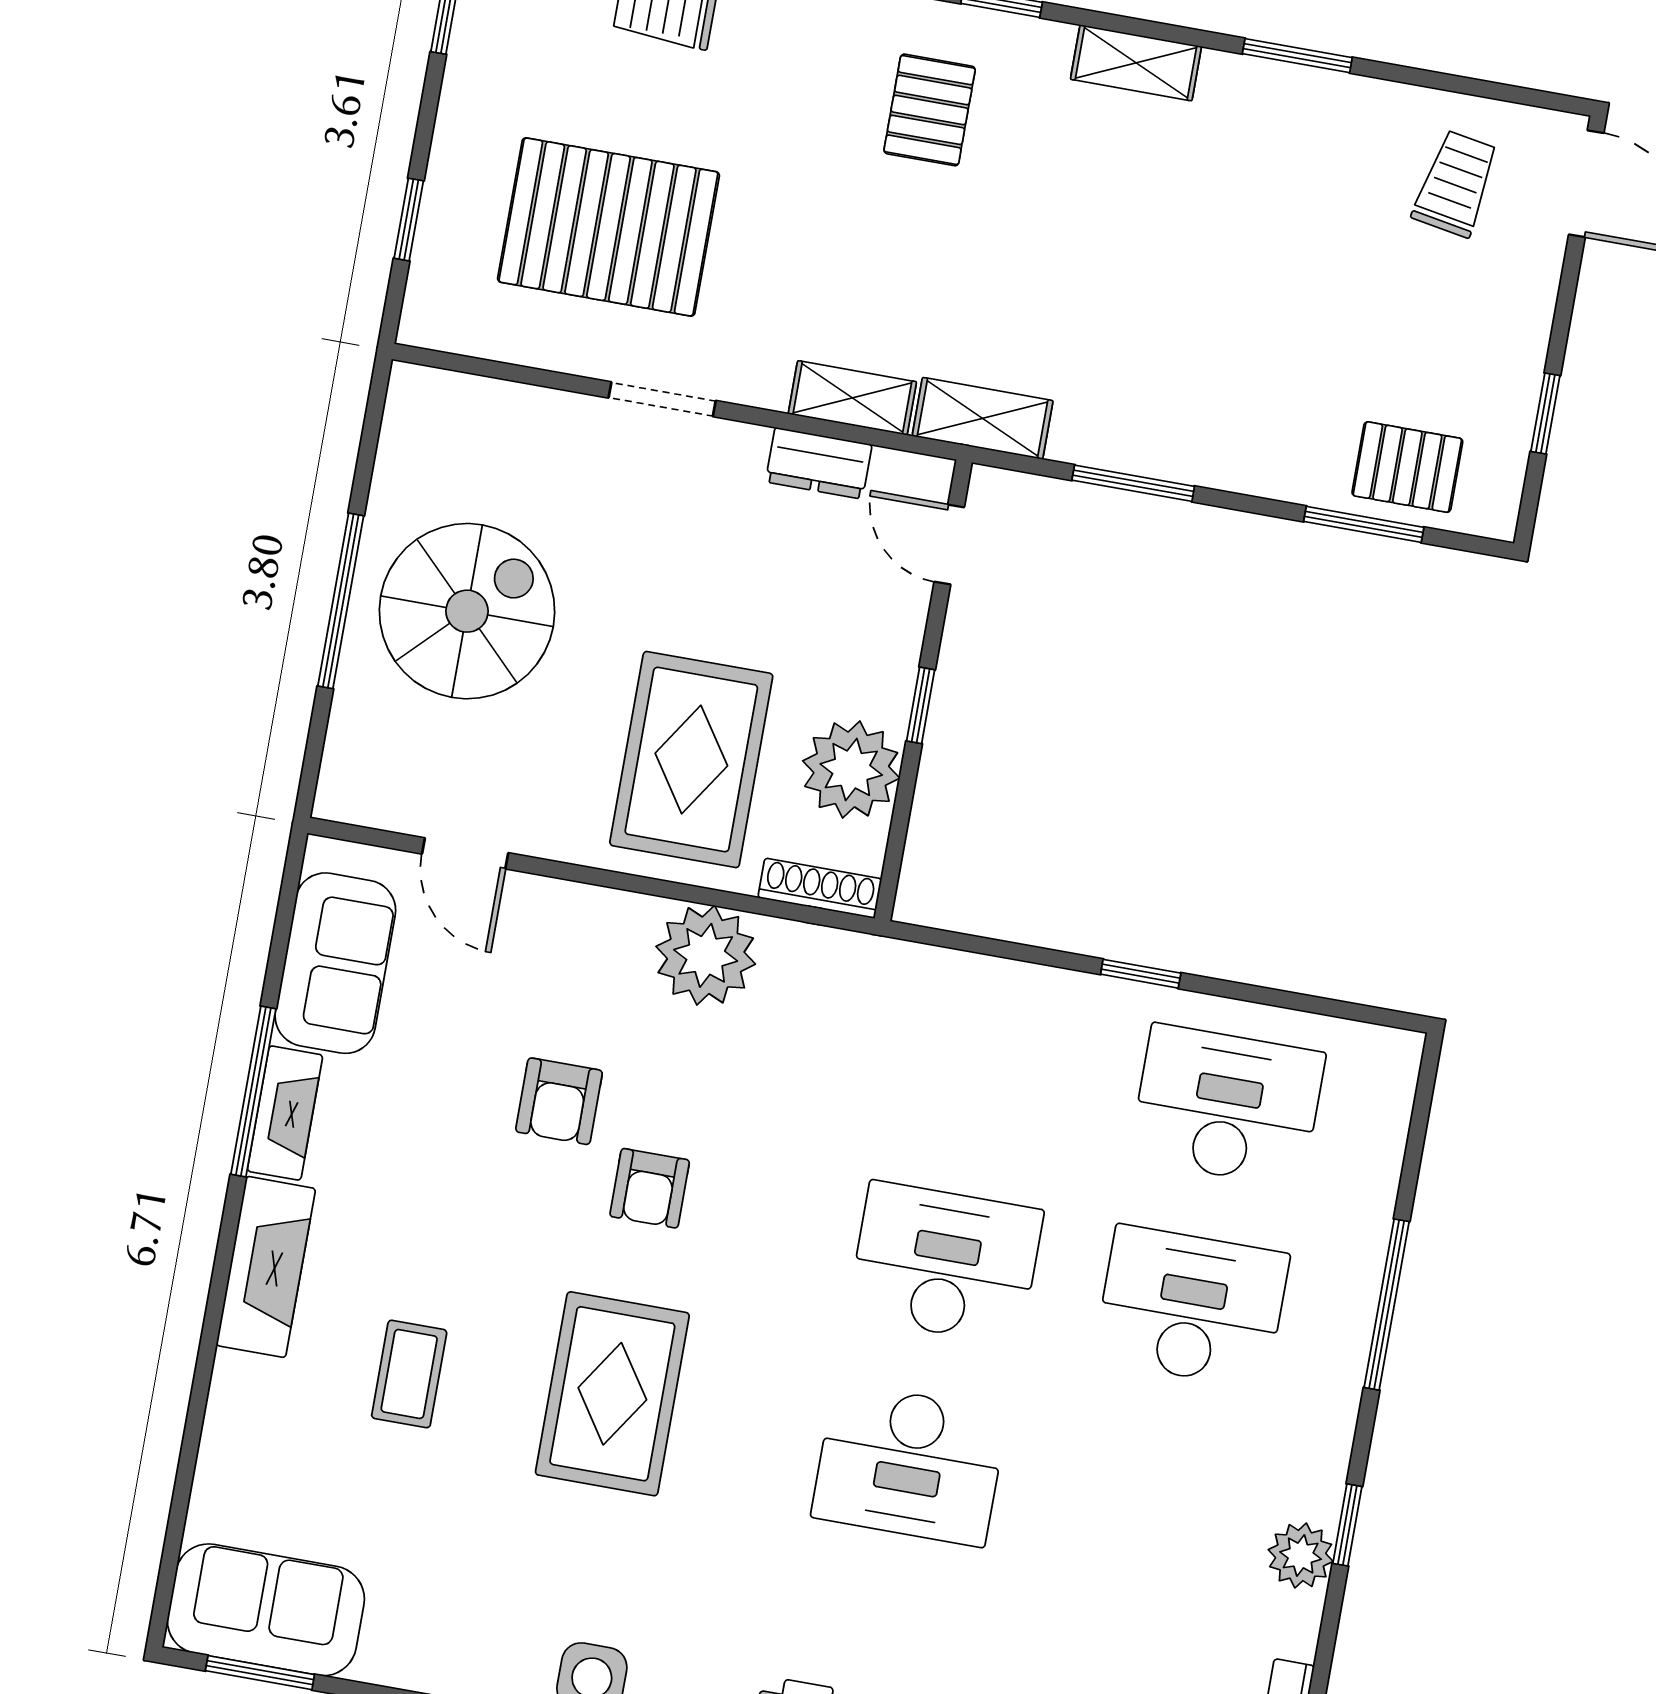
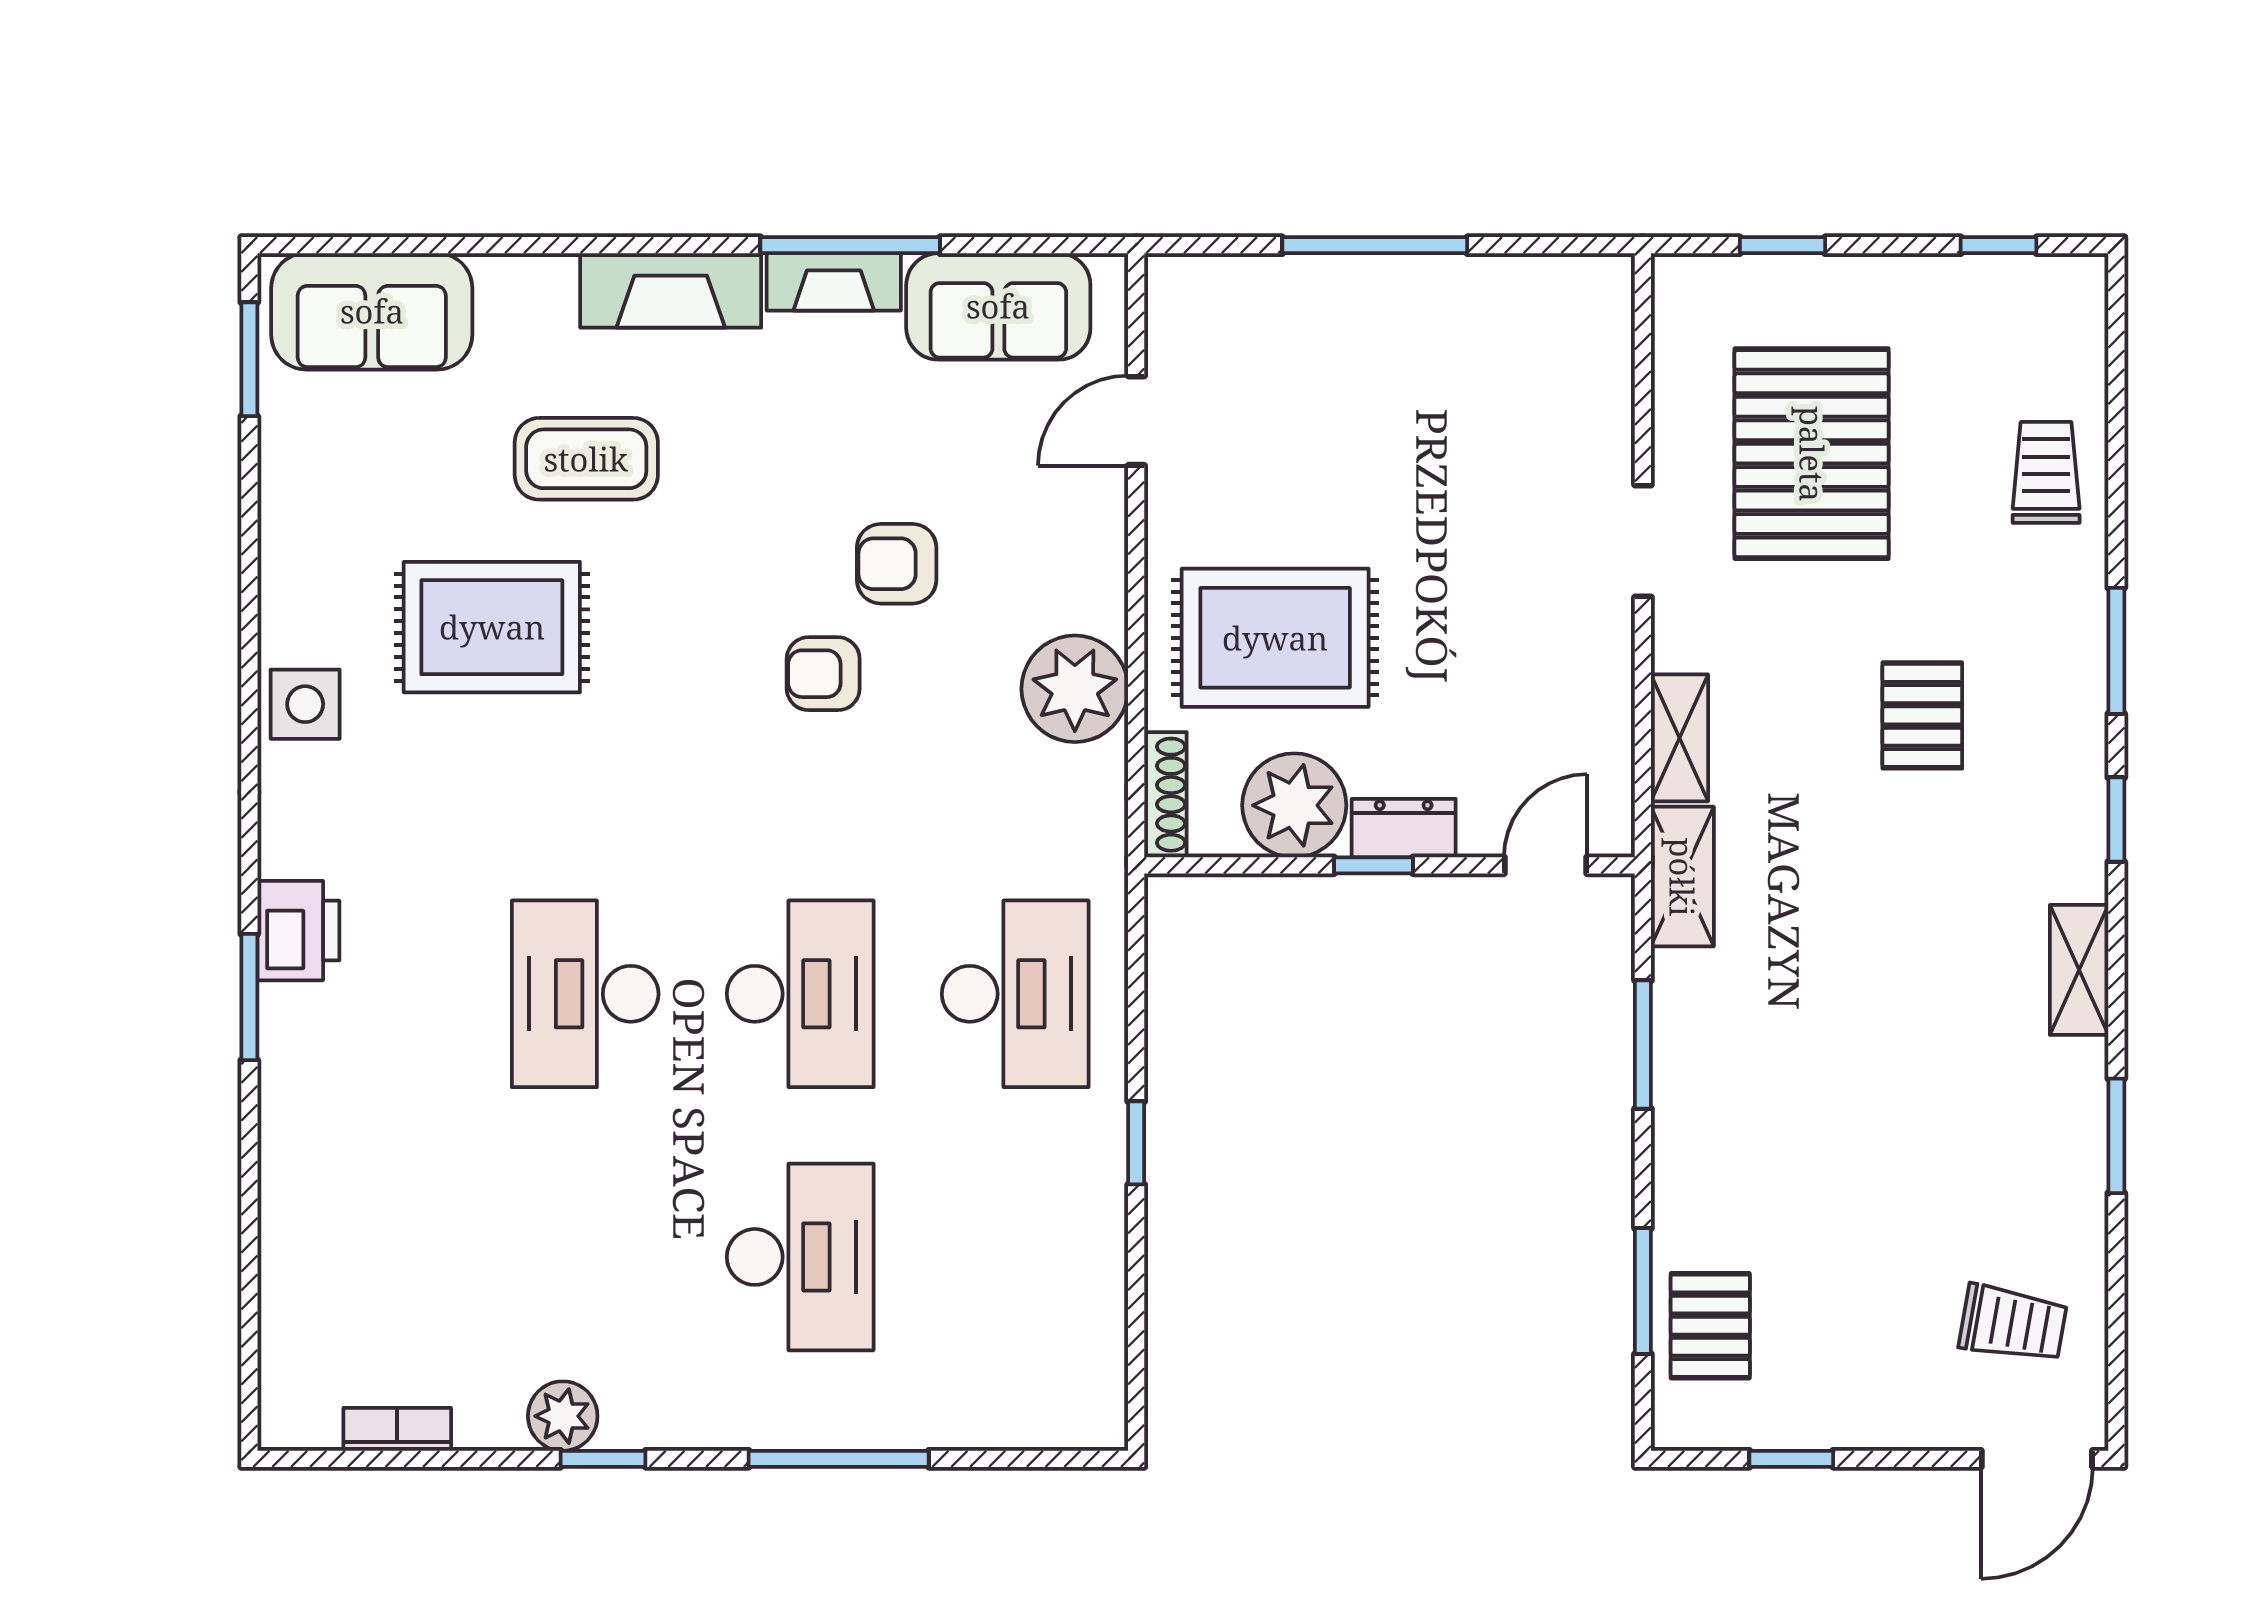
pallet: (930, 110) -> (1922, 715), moved, turned 90
dresser: (819, 463) -> (1404, 828), moved, turned 90
spiral stairs: (467, 611) -> (1387, 378), removed
desk: (1227, 1106) -> (1015, 994), moved
coffee table: (409, 1374) -> (586, 459), width x1.36, depth x1.30
rug: (612, 1394) -> (492, 627), moved
sofa: (266, 1610) -> (372, 311), moved, turned 90

